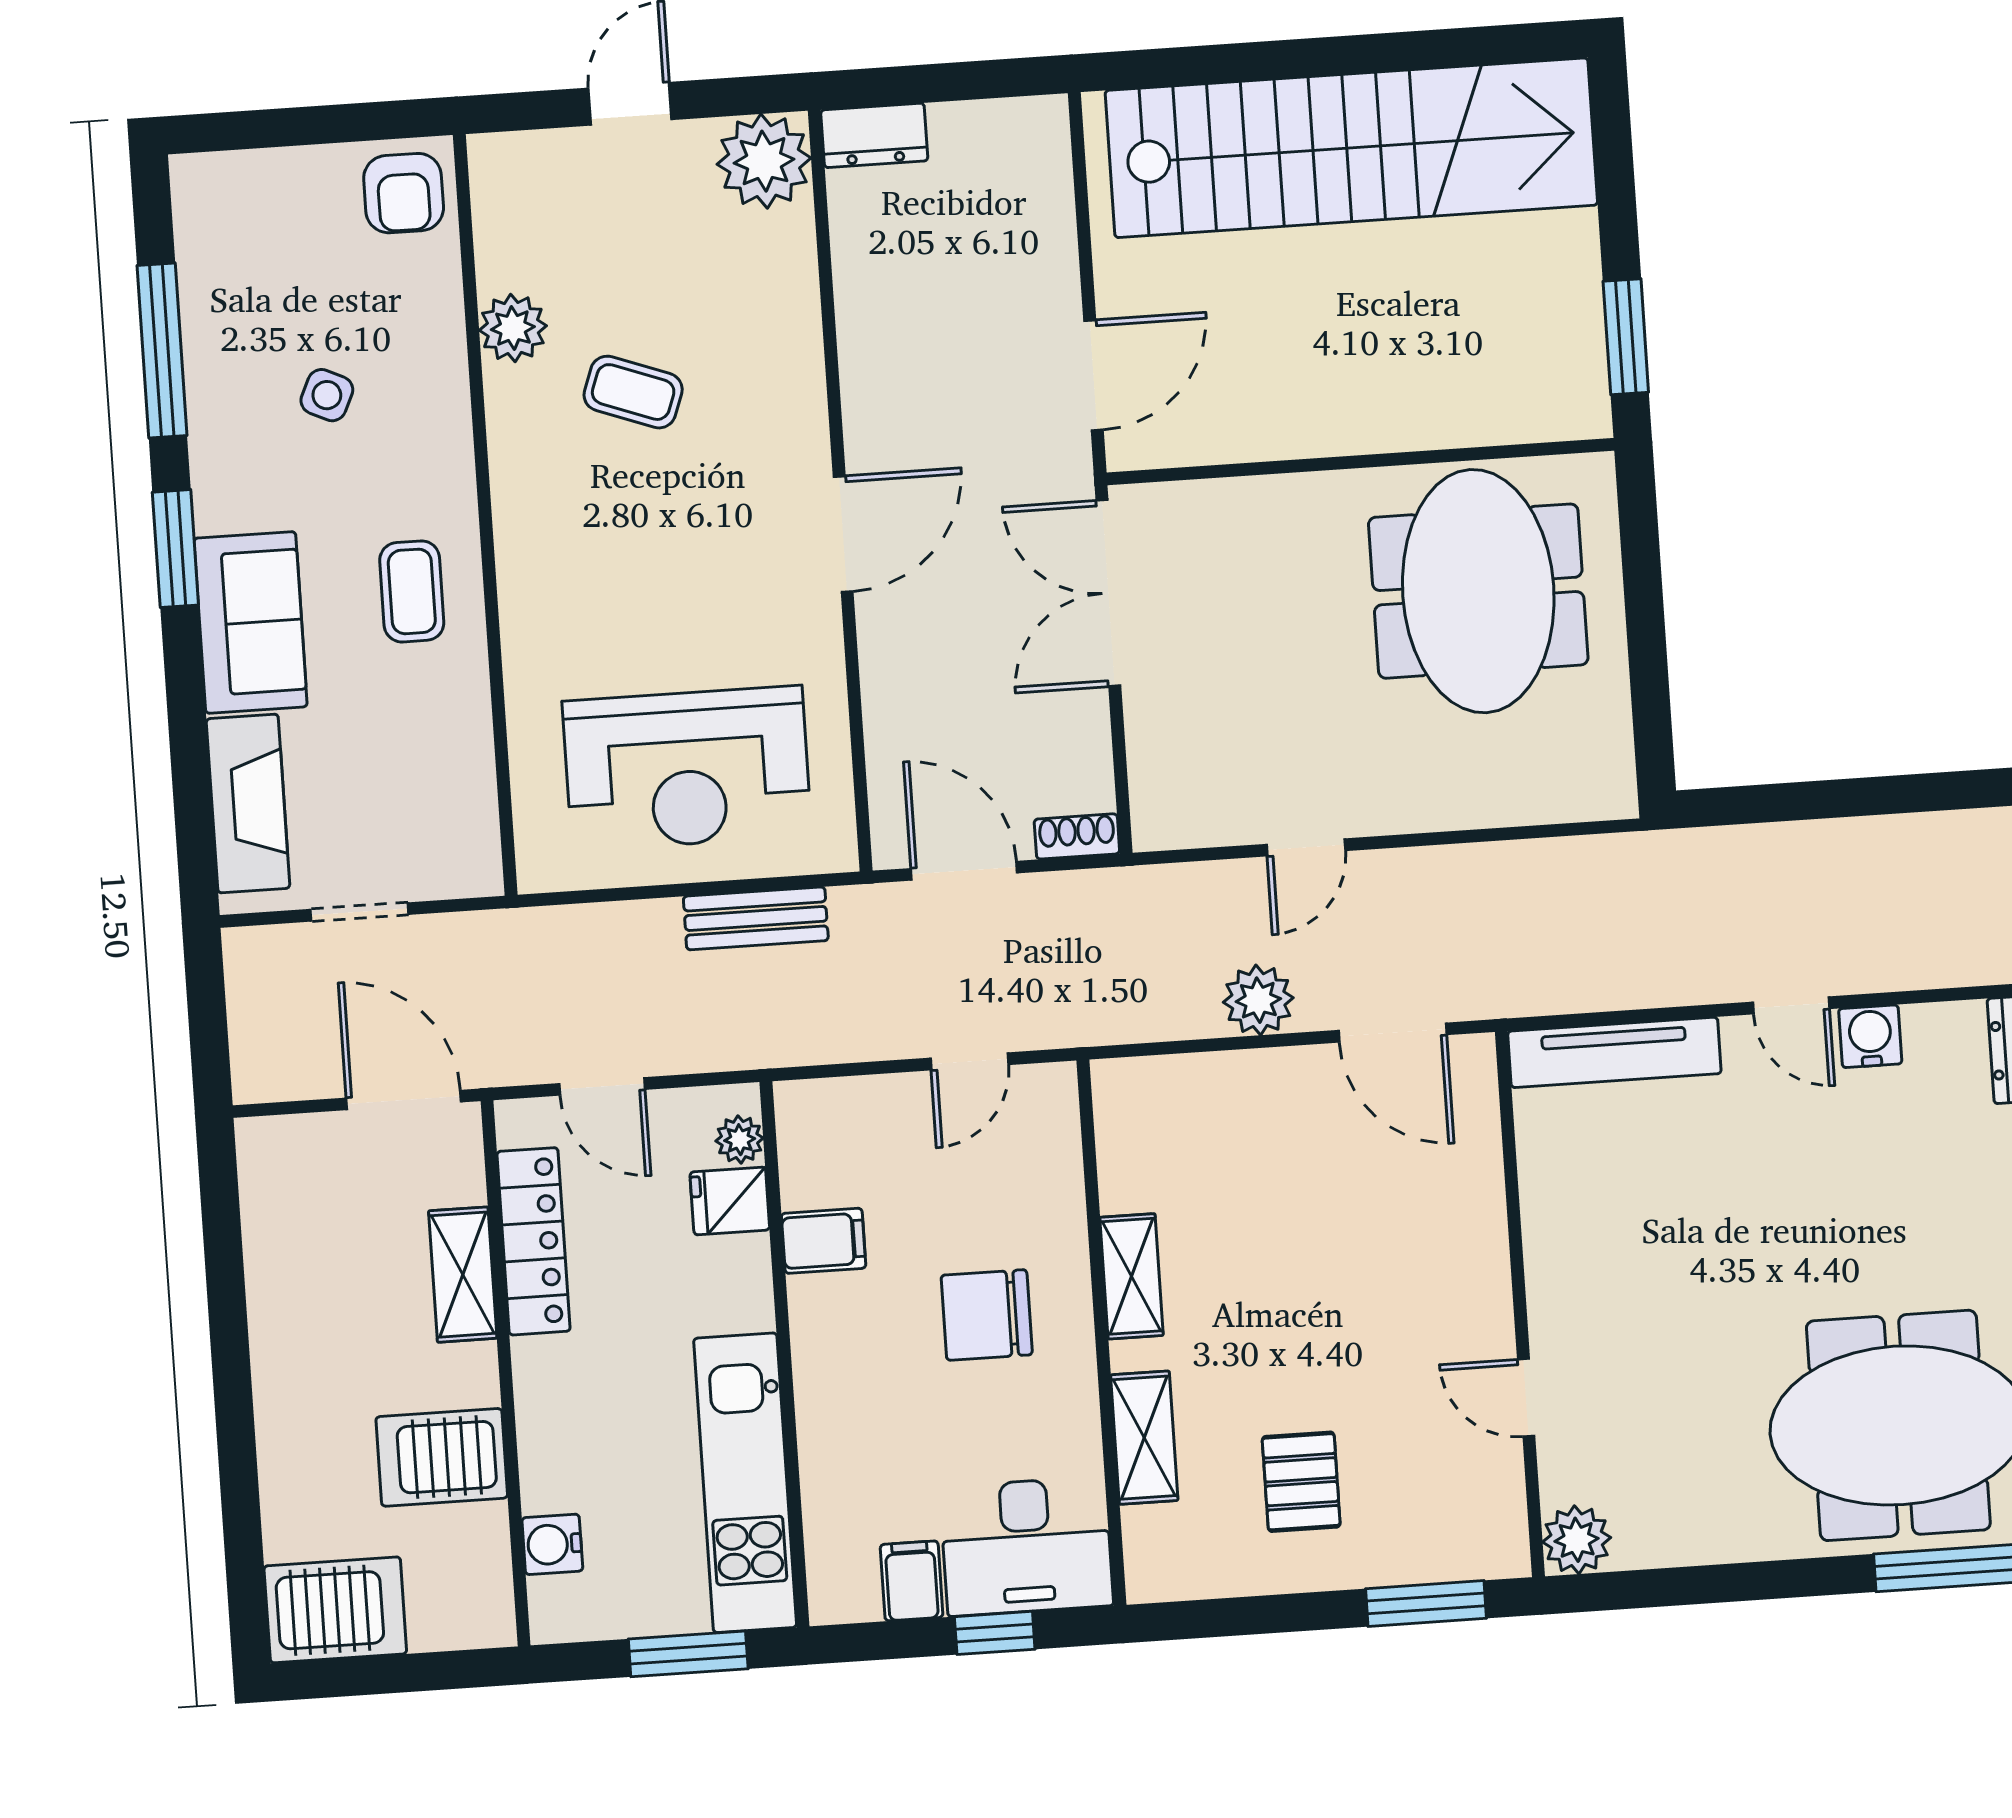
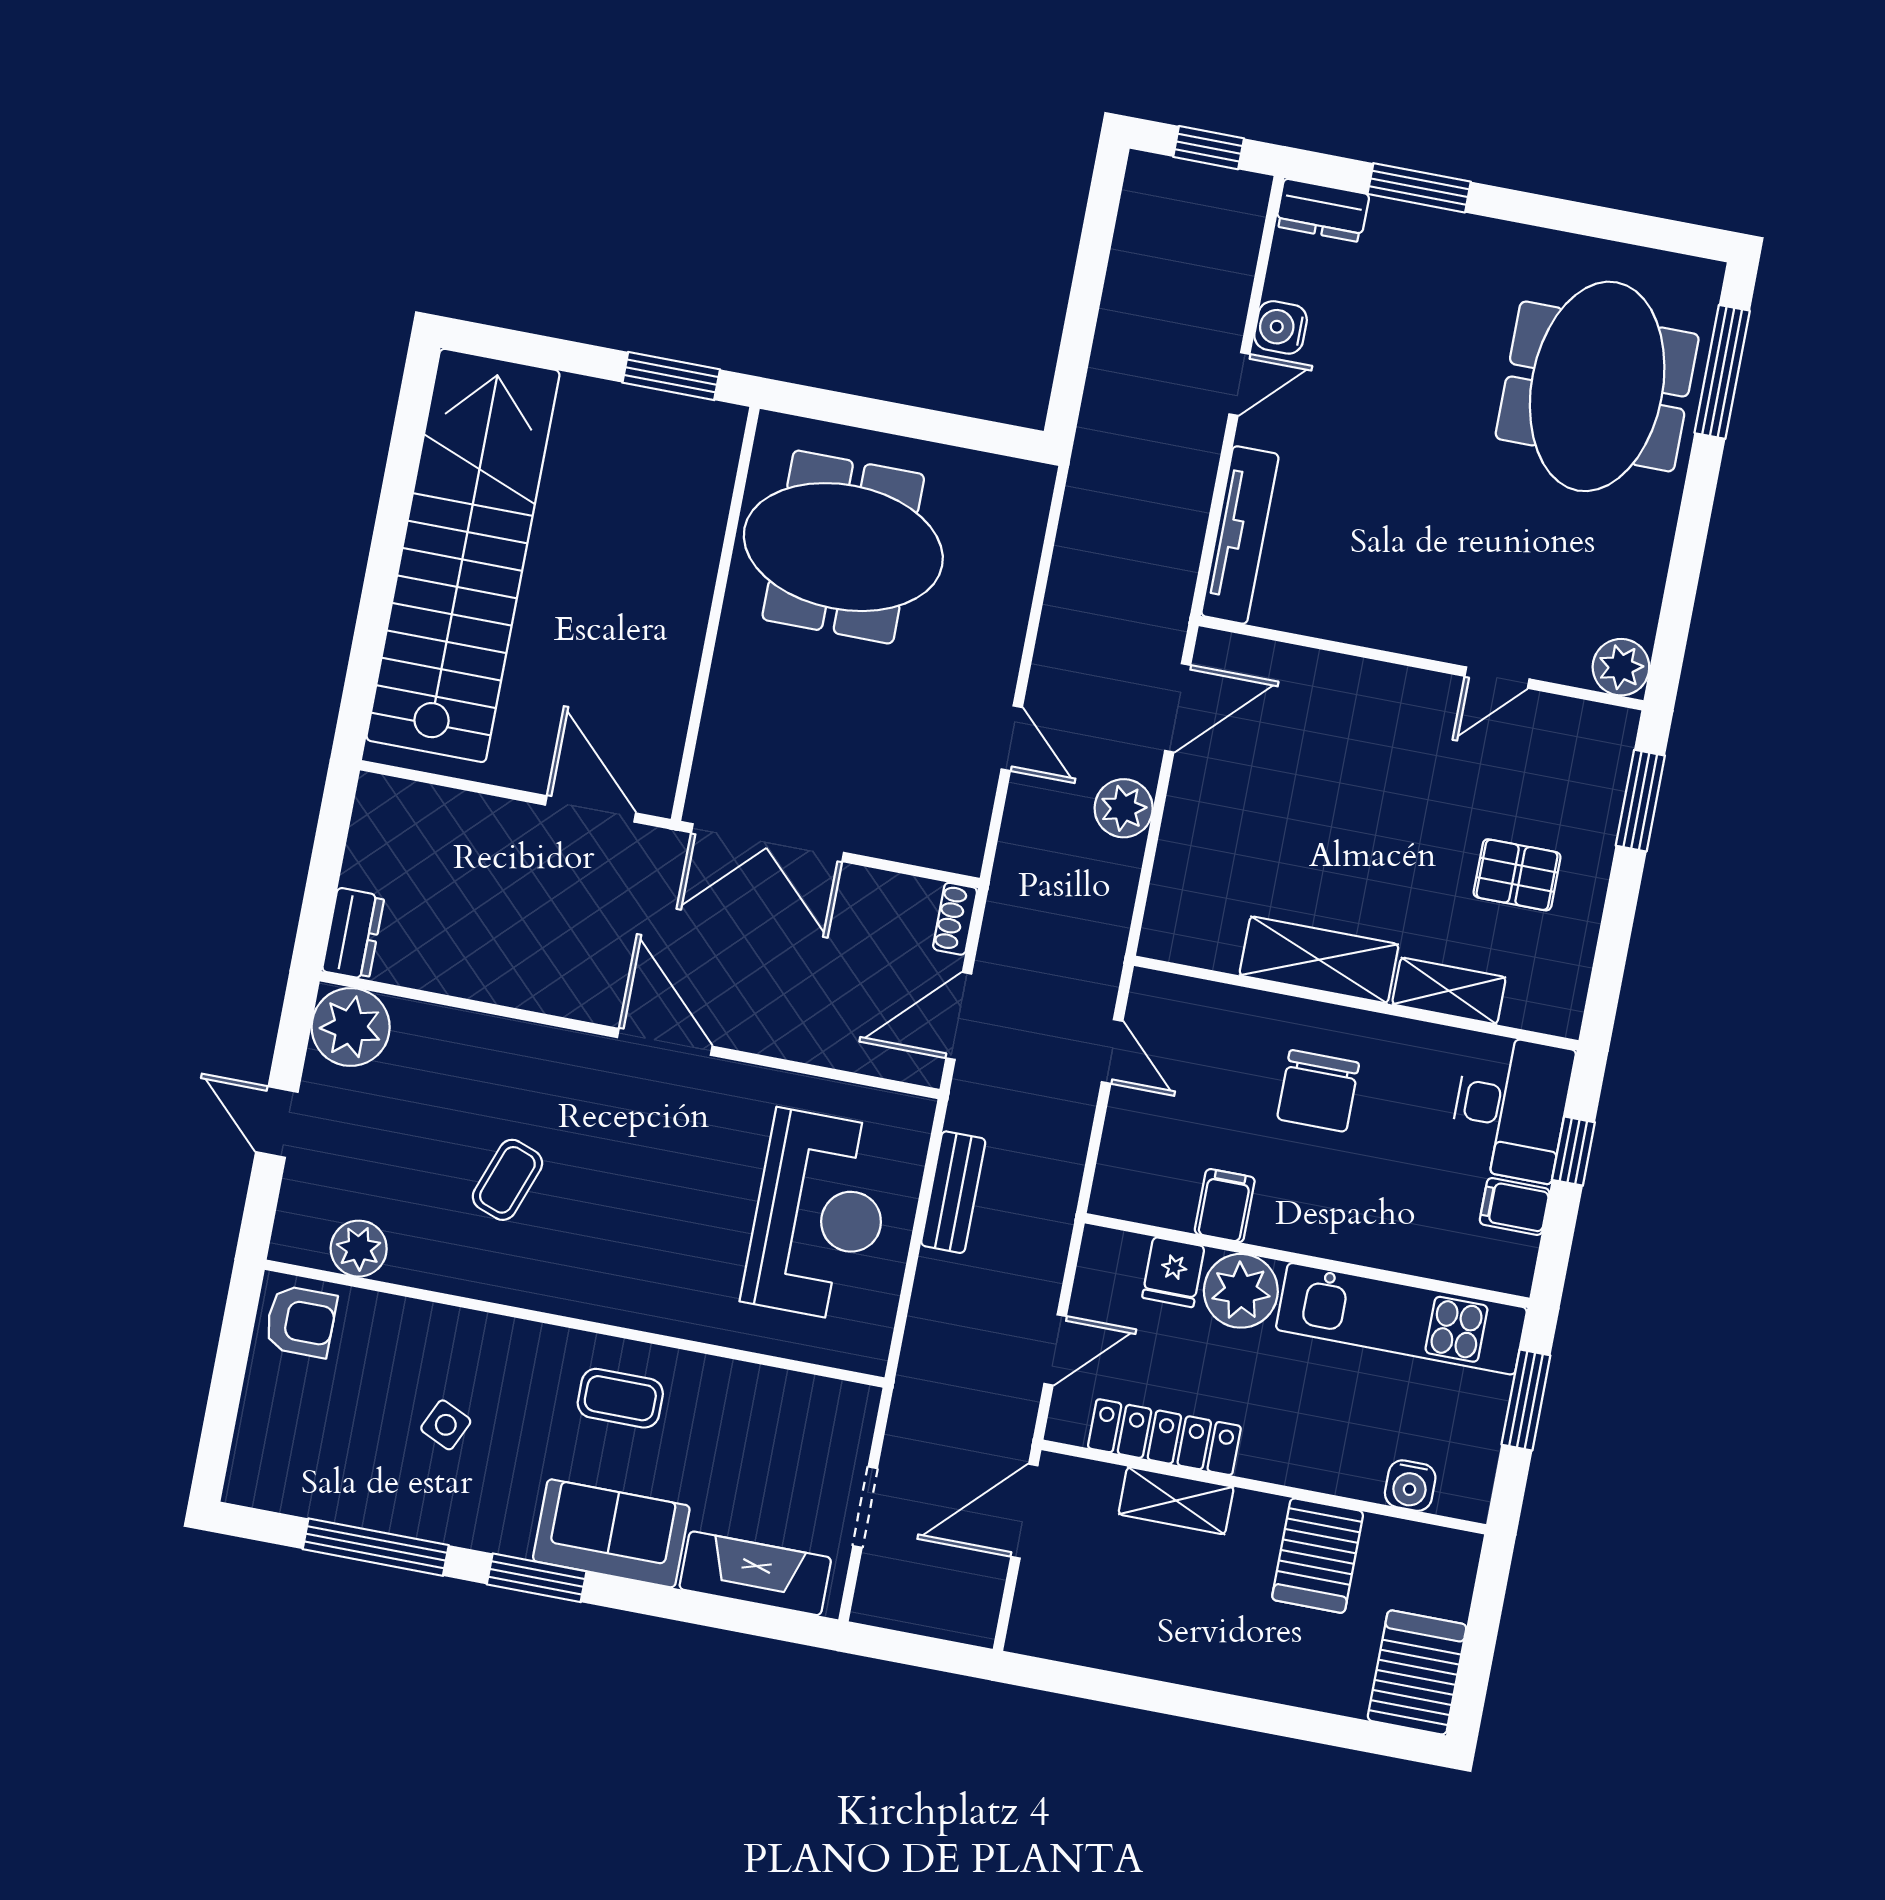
plant: (513, 328) -> (359, 1249), moved
plant: (740, 1140) -> (1241, 1291), moved, width x1.87, depth x1.87
shelving: (1132, 1276) -> (1319, 960), width x1.50, depth x1.33

